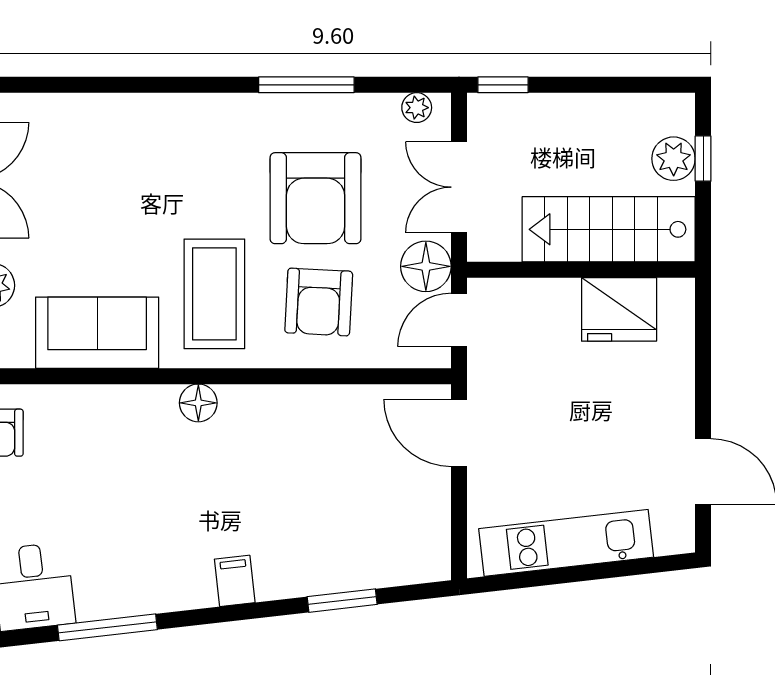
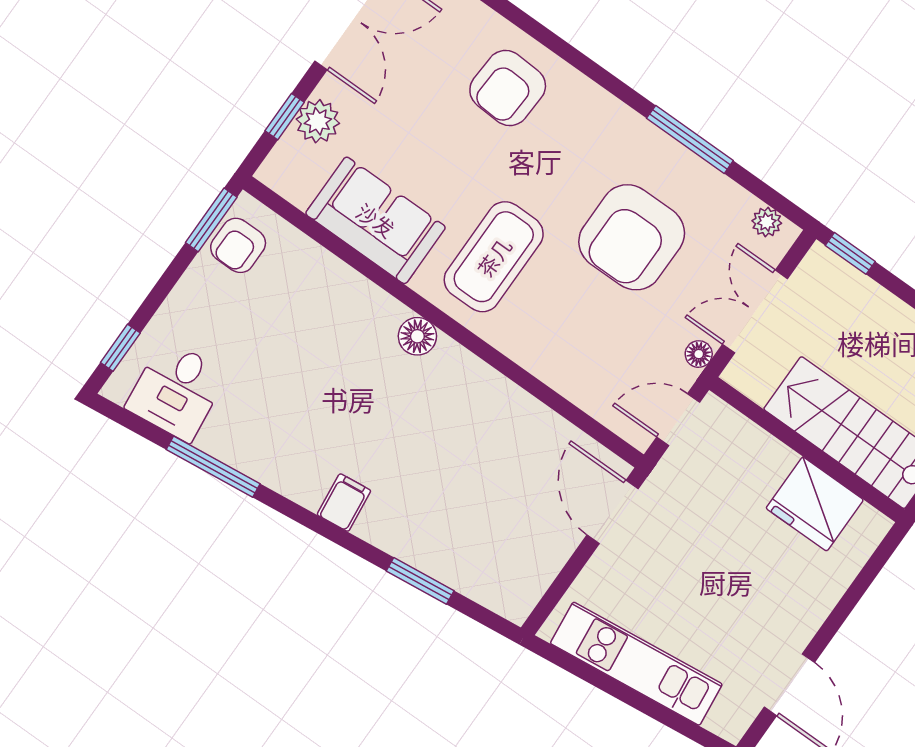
floor lamp: (426, 266) -> (699, 354), width x0.53, depth x0.53
armchair: (319, 302) -> (508, 88), moved

